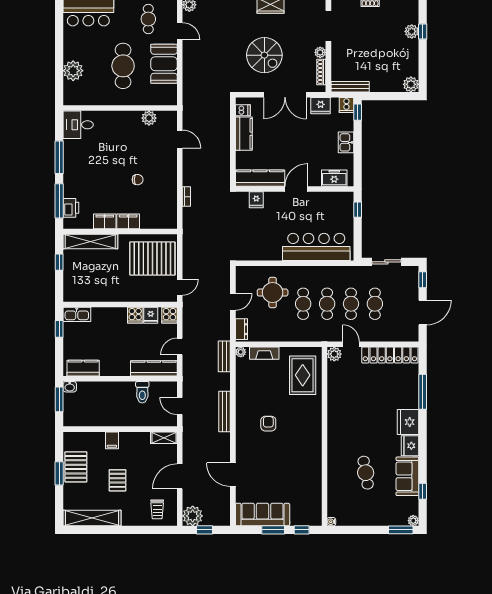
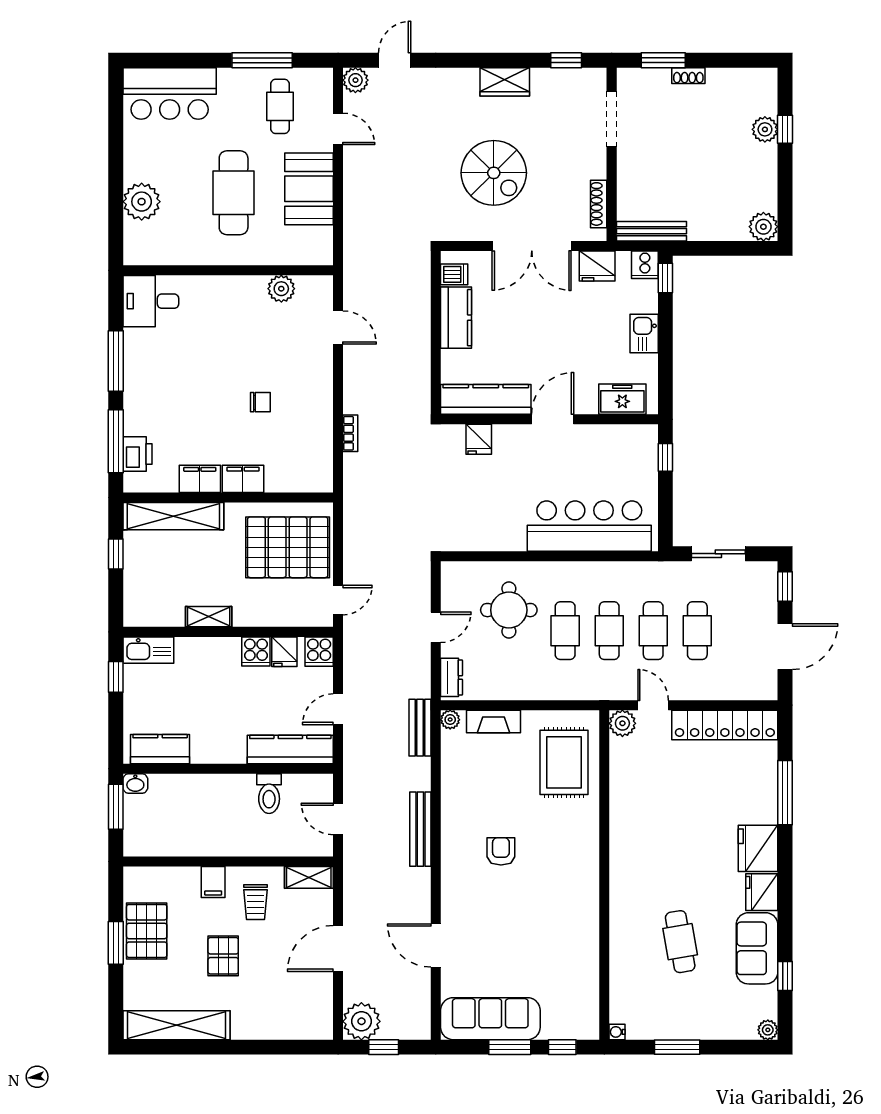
plant: (320, 52) -> (596, 168), removed
shelving: (110, 296) -> (209, 617), added
trolley: (157, 509) -> (256, 902), moved
window: (401, 530) -> (677, 1047), moved

